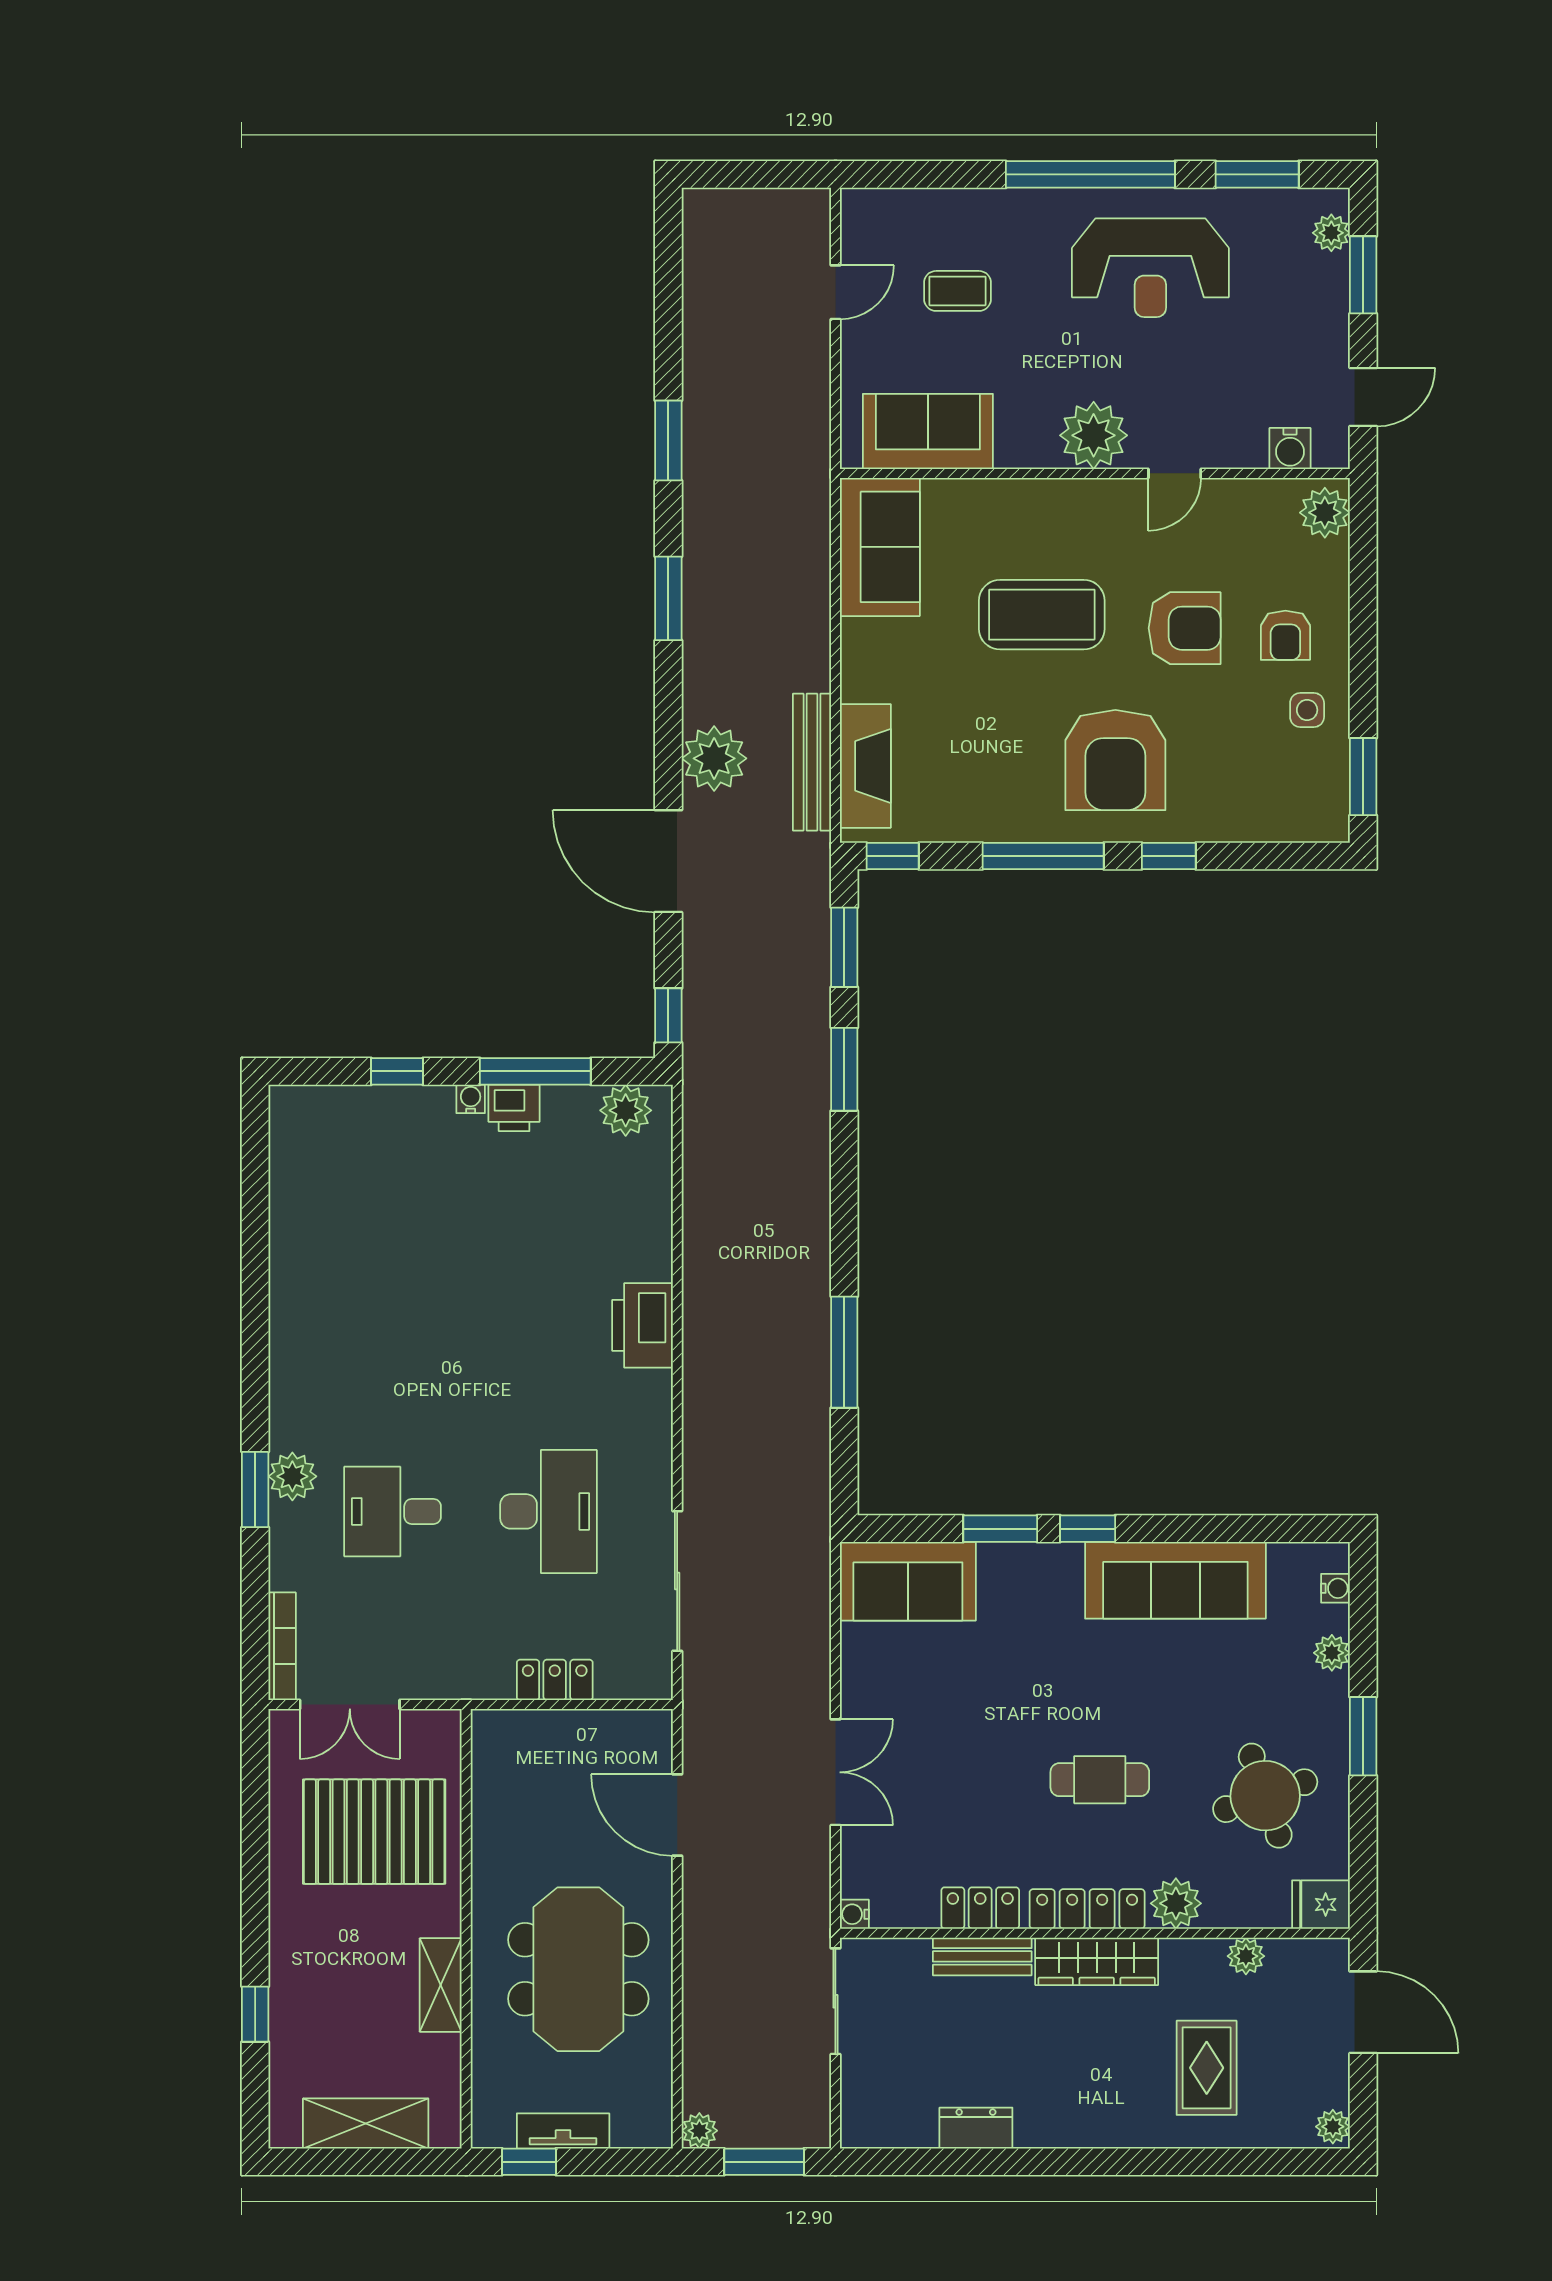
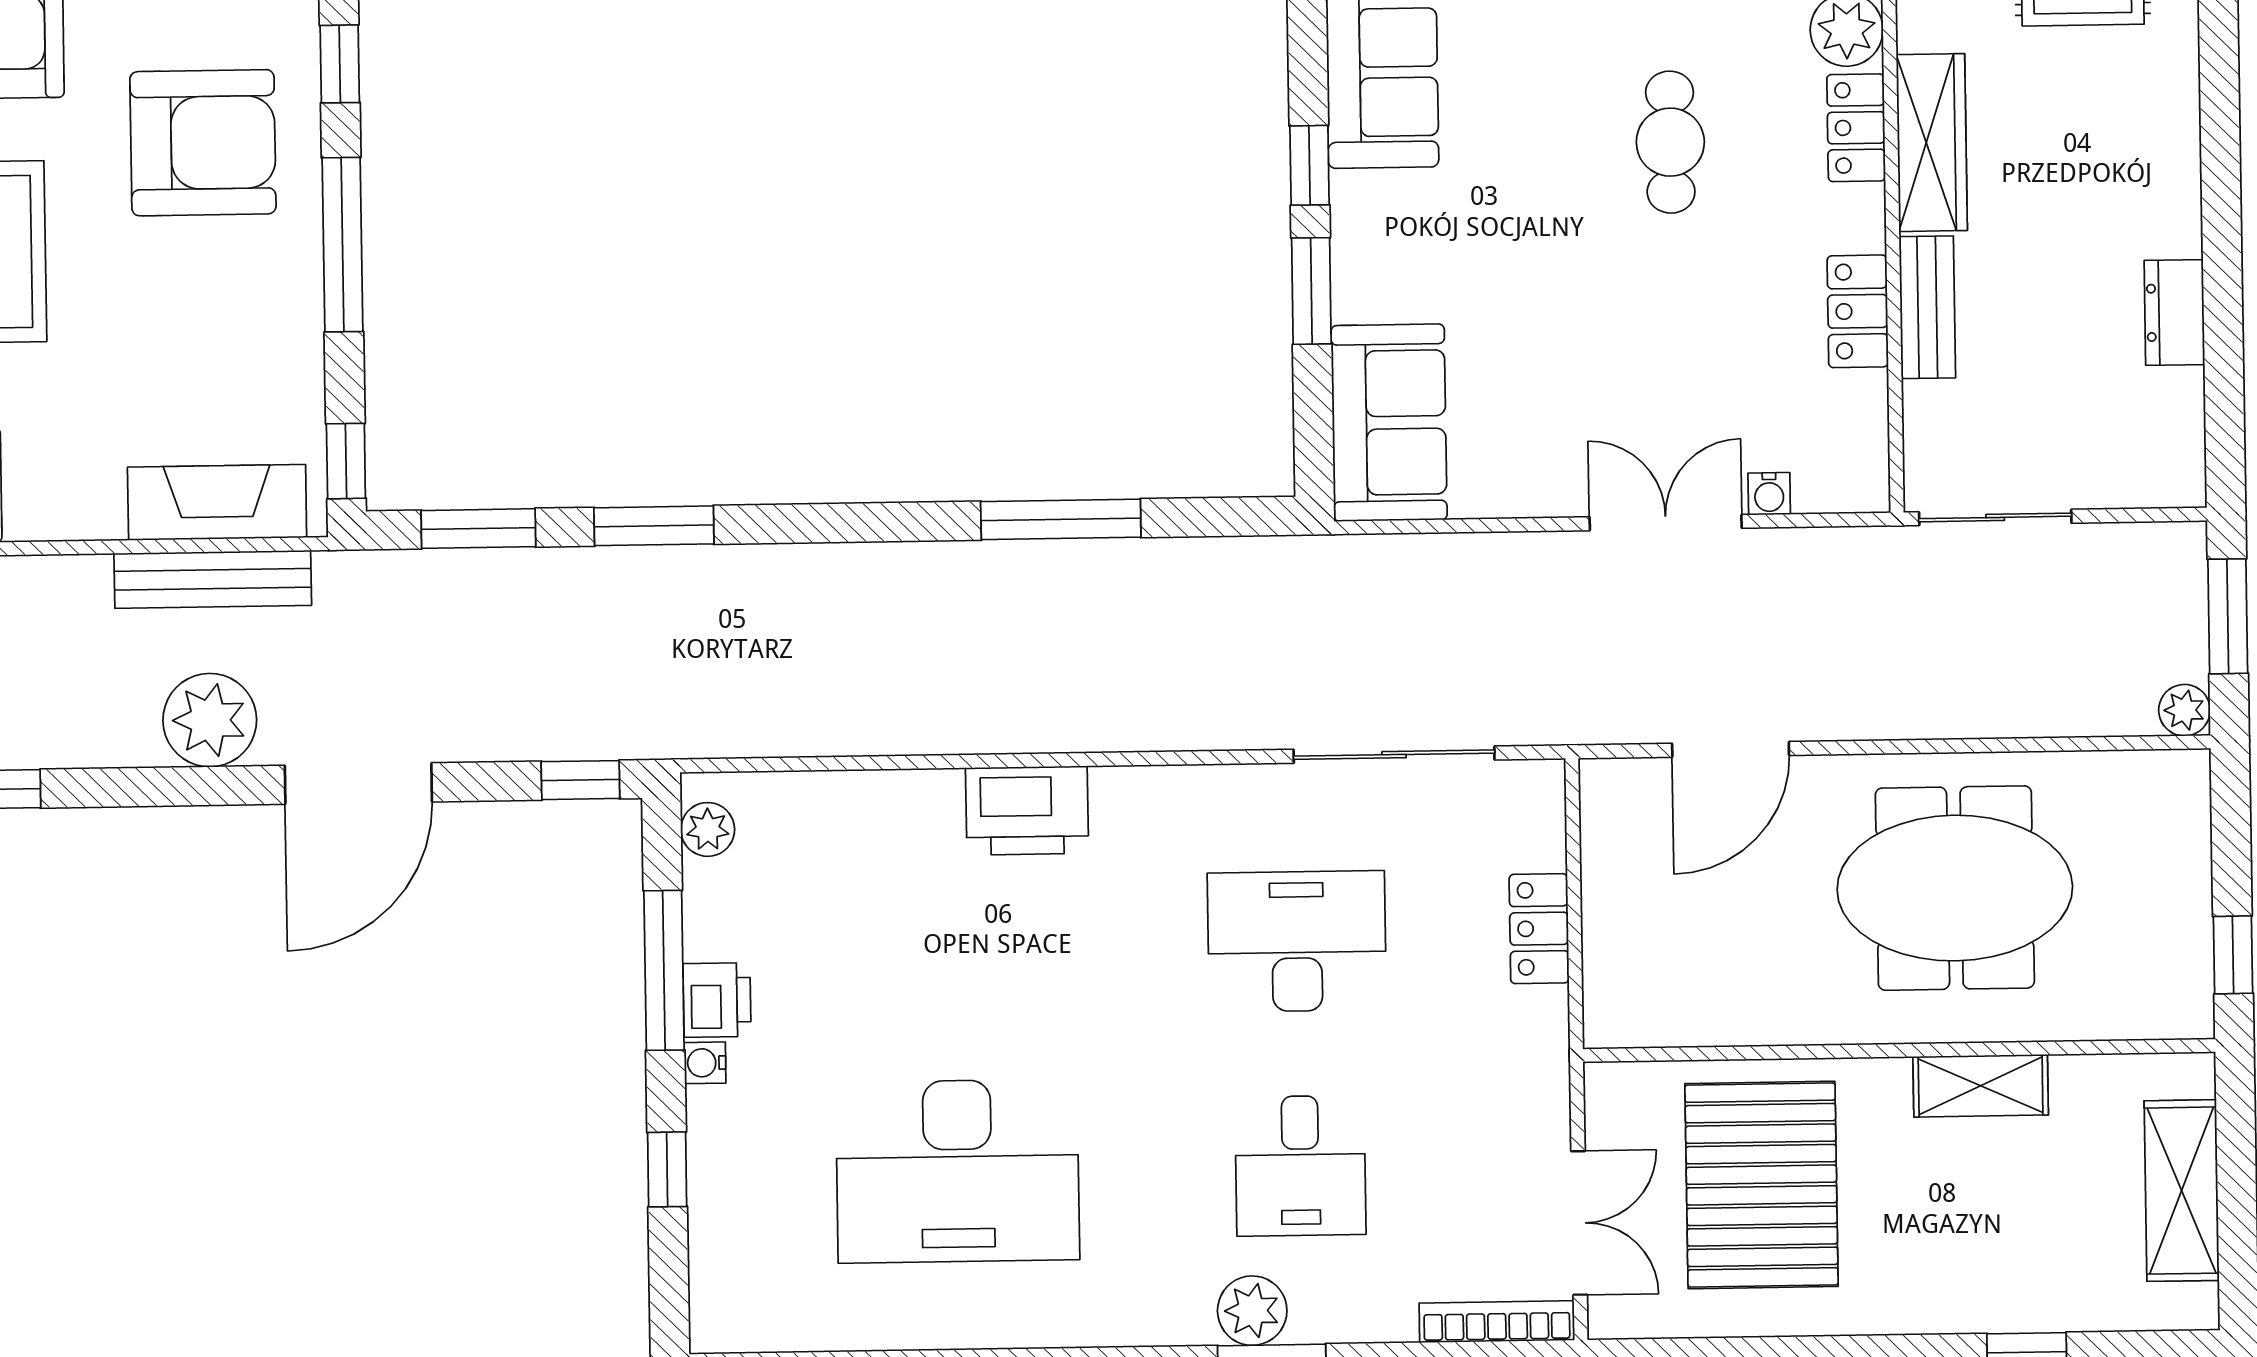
plant: (626, 1110) -> (708, 829), width x0.73, depth x0.73
desk: (393, 1273) -> (958, 1171), added
locker: (1087, 1909) -> (1856, 128), width x0.66
water cooler: (854, 1914) -> (1769, 494), moved
tv unit: (563, 2131) -> (2188, 906), removed

